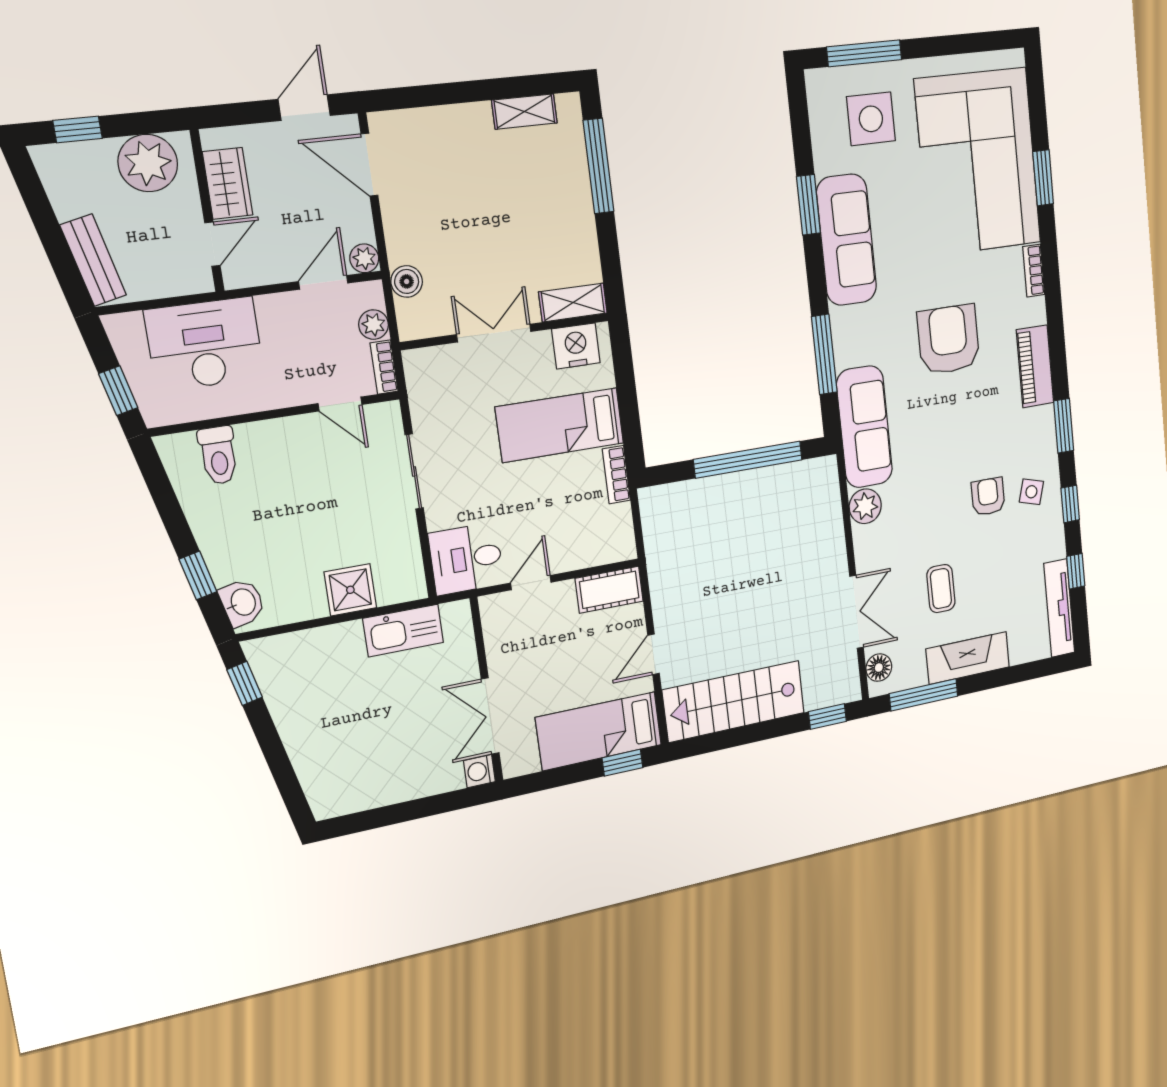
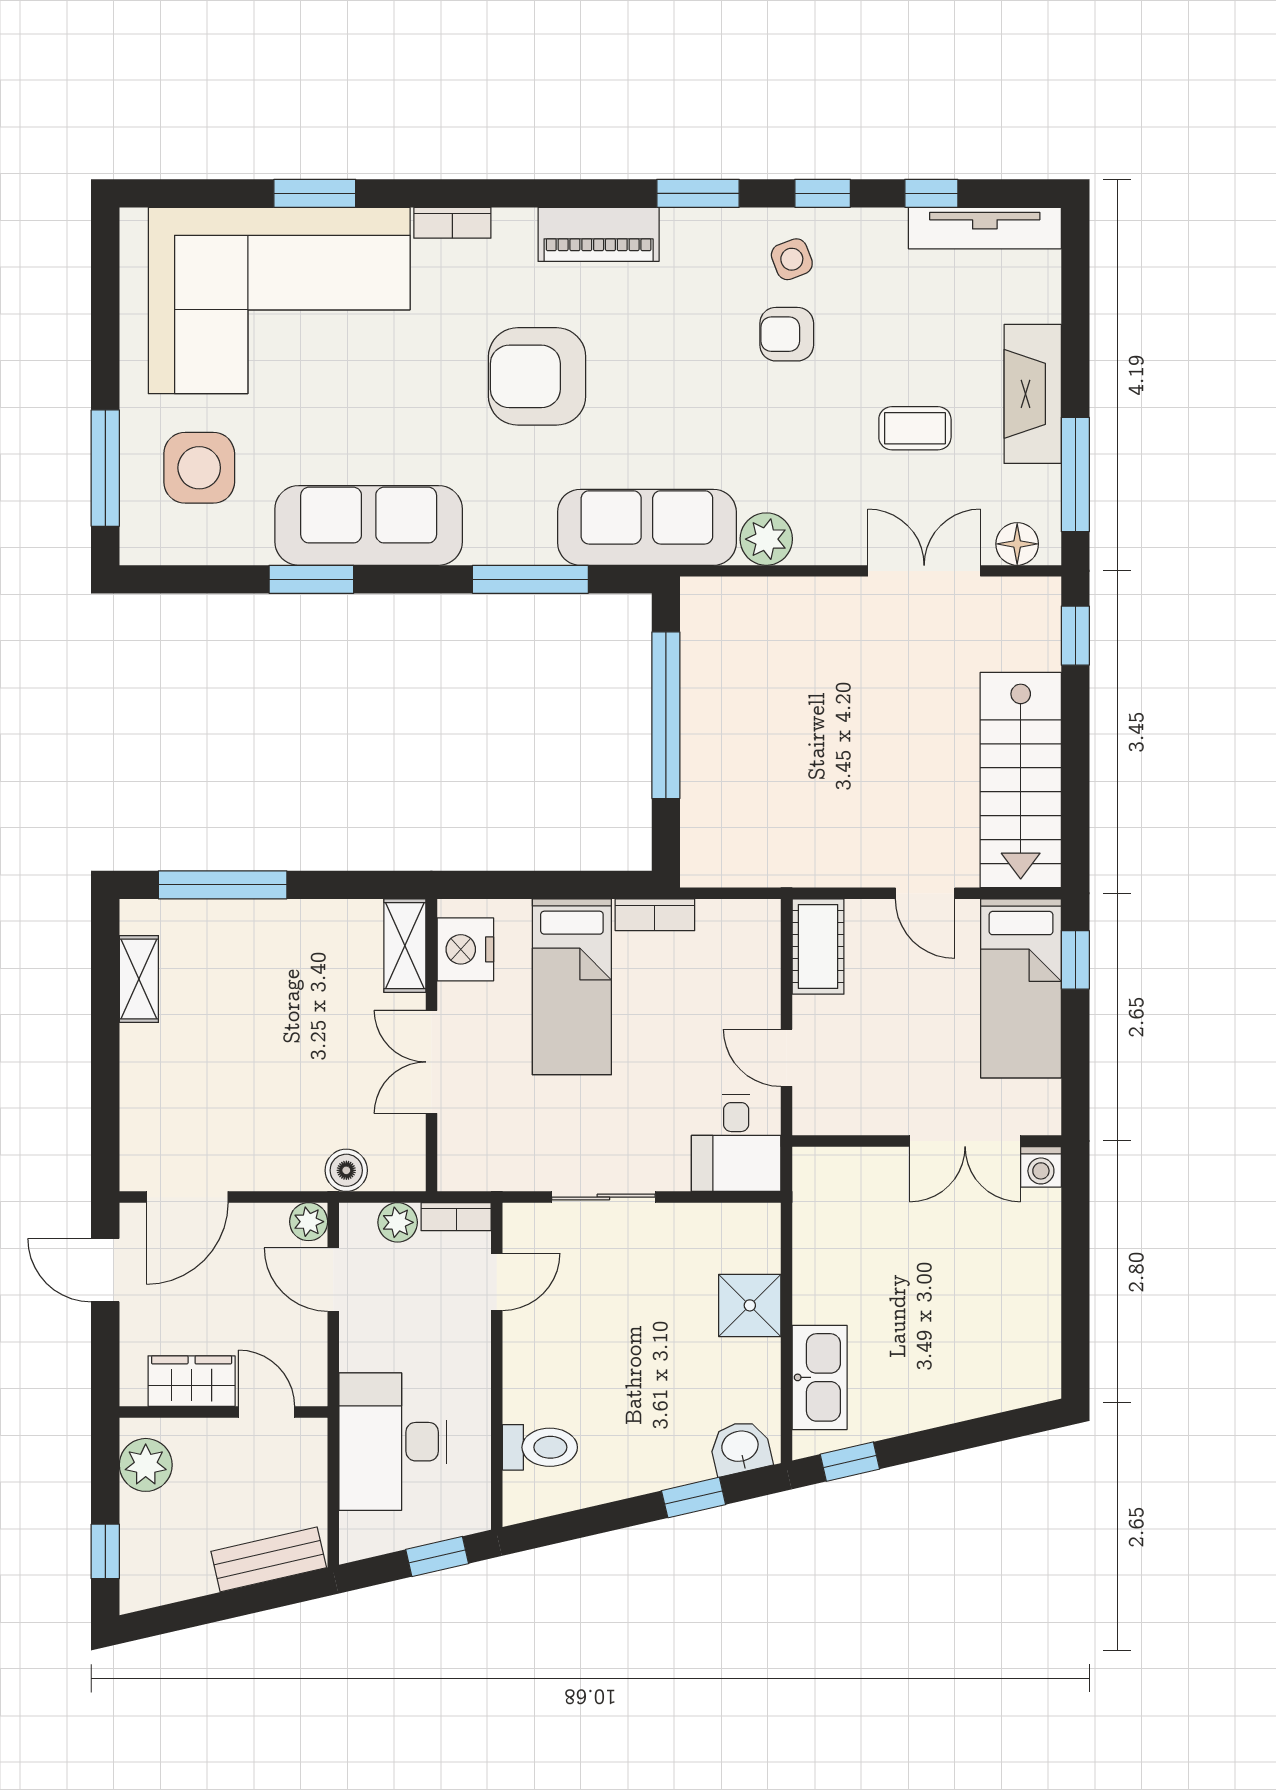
plant: (148, 163) -> (146, 1465), width x0.73, depth x0.73
side table: (1031, 492) -> (792, 259), turned -37
kitchen sink: (403, 630) -> (820, 1377), moved

